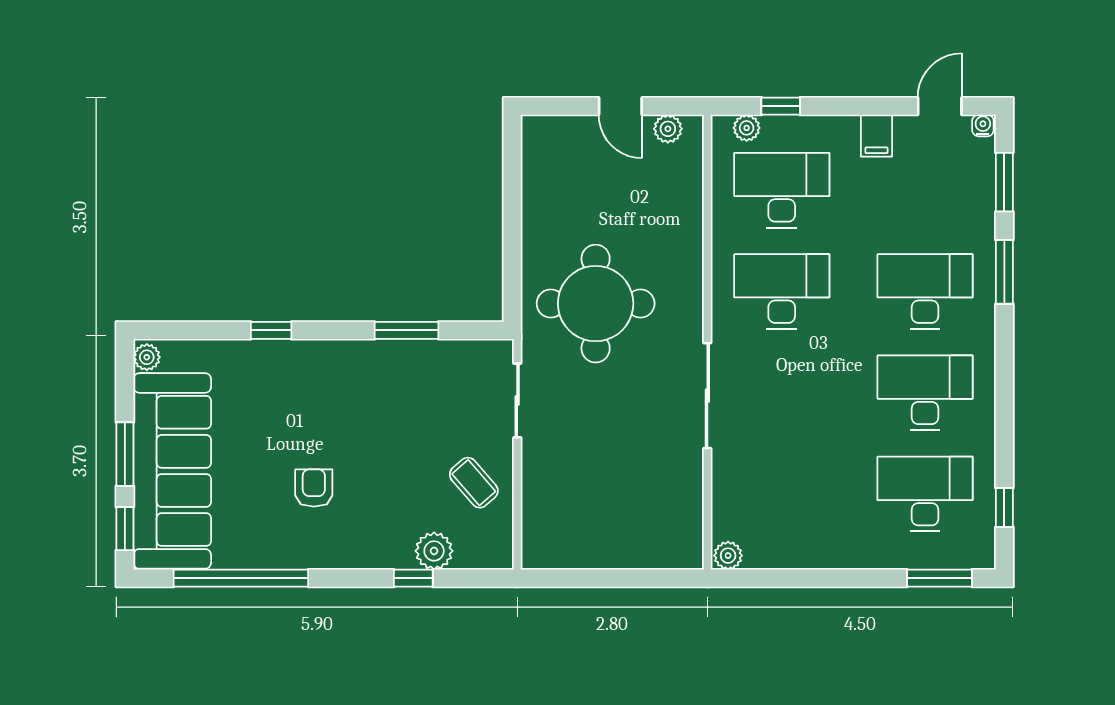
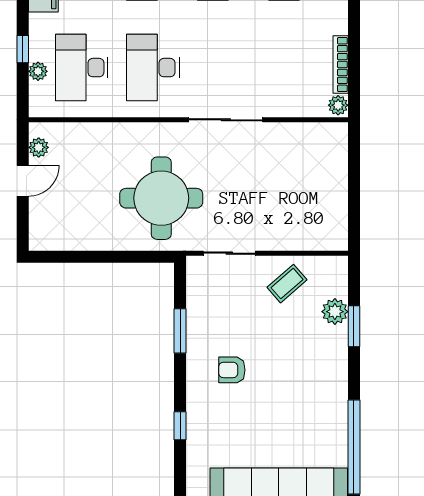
window: (781, 106) -> (23, 49), moved
plant: (747, 128) -> (38, 71), moved
armchair: (314, 488) -> (232, 370), moved
bookcase: (786, 559) -> (341, 65), added
window: (413, 578) -> (354, 326), width x1.50

